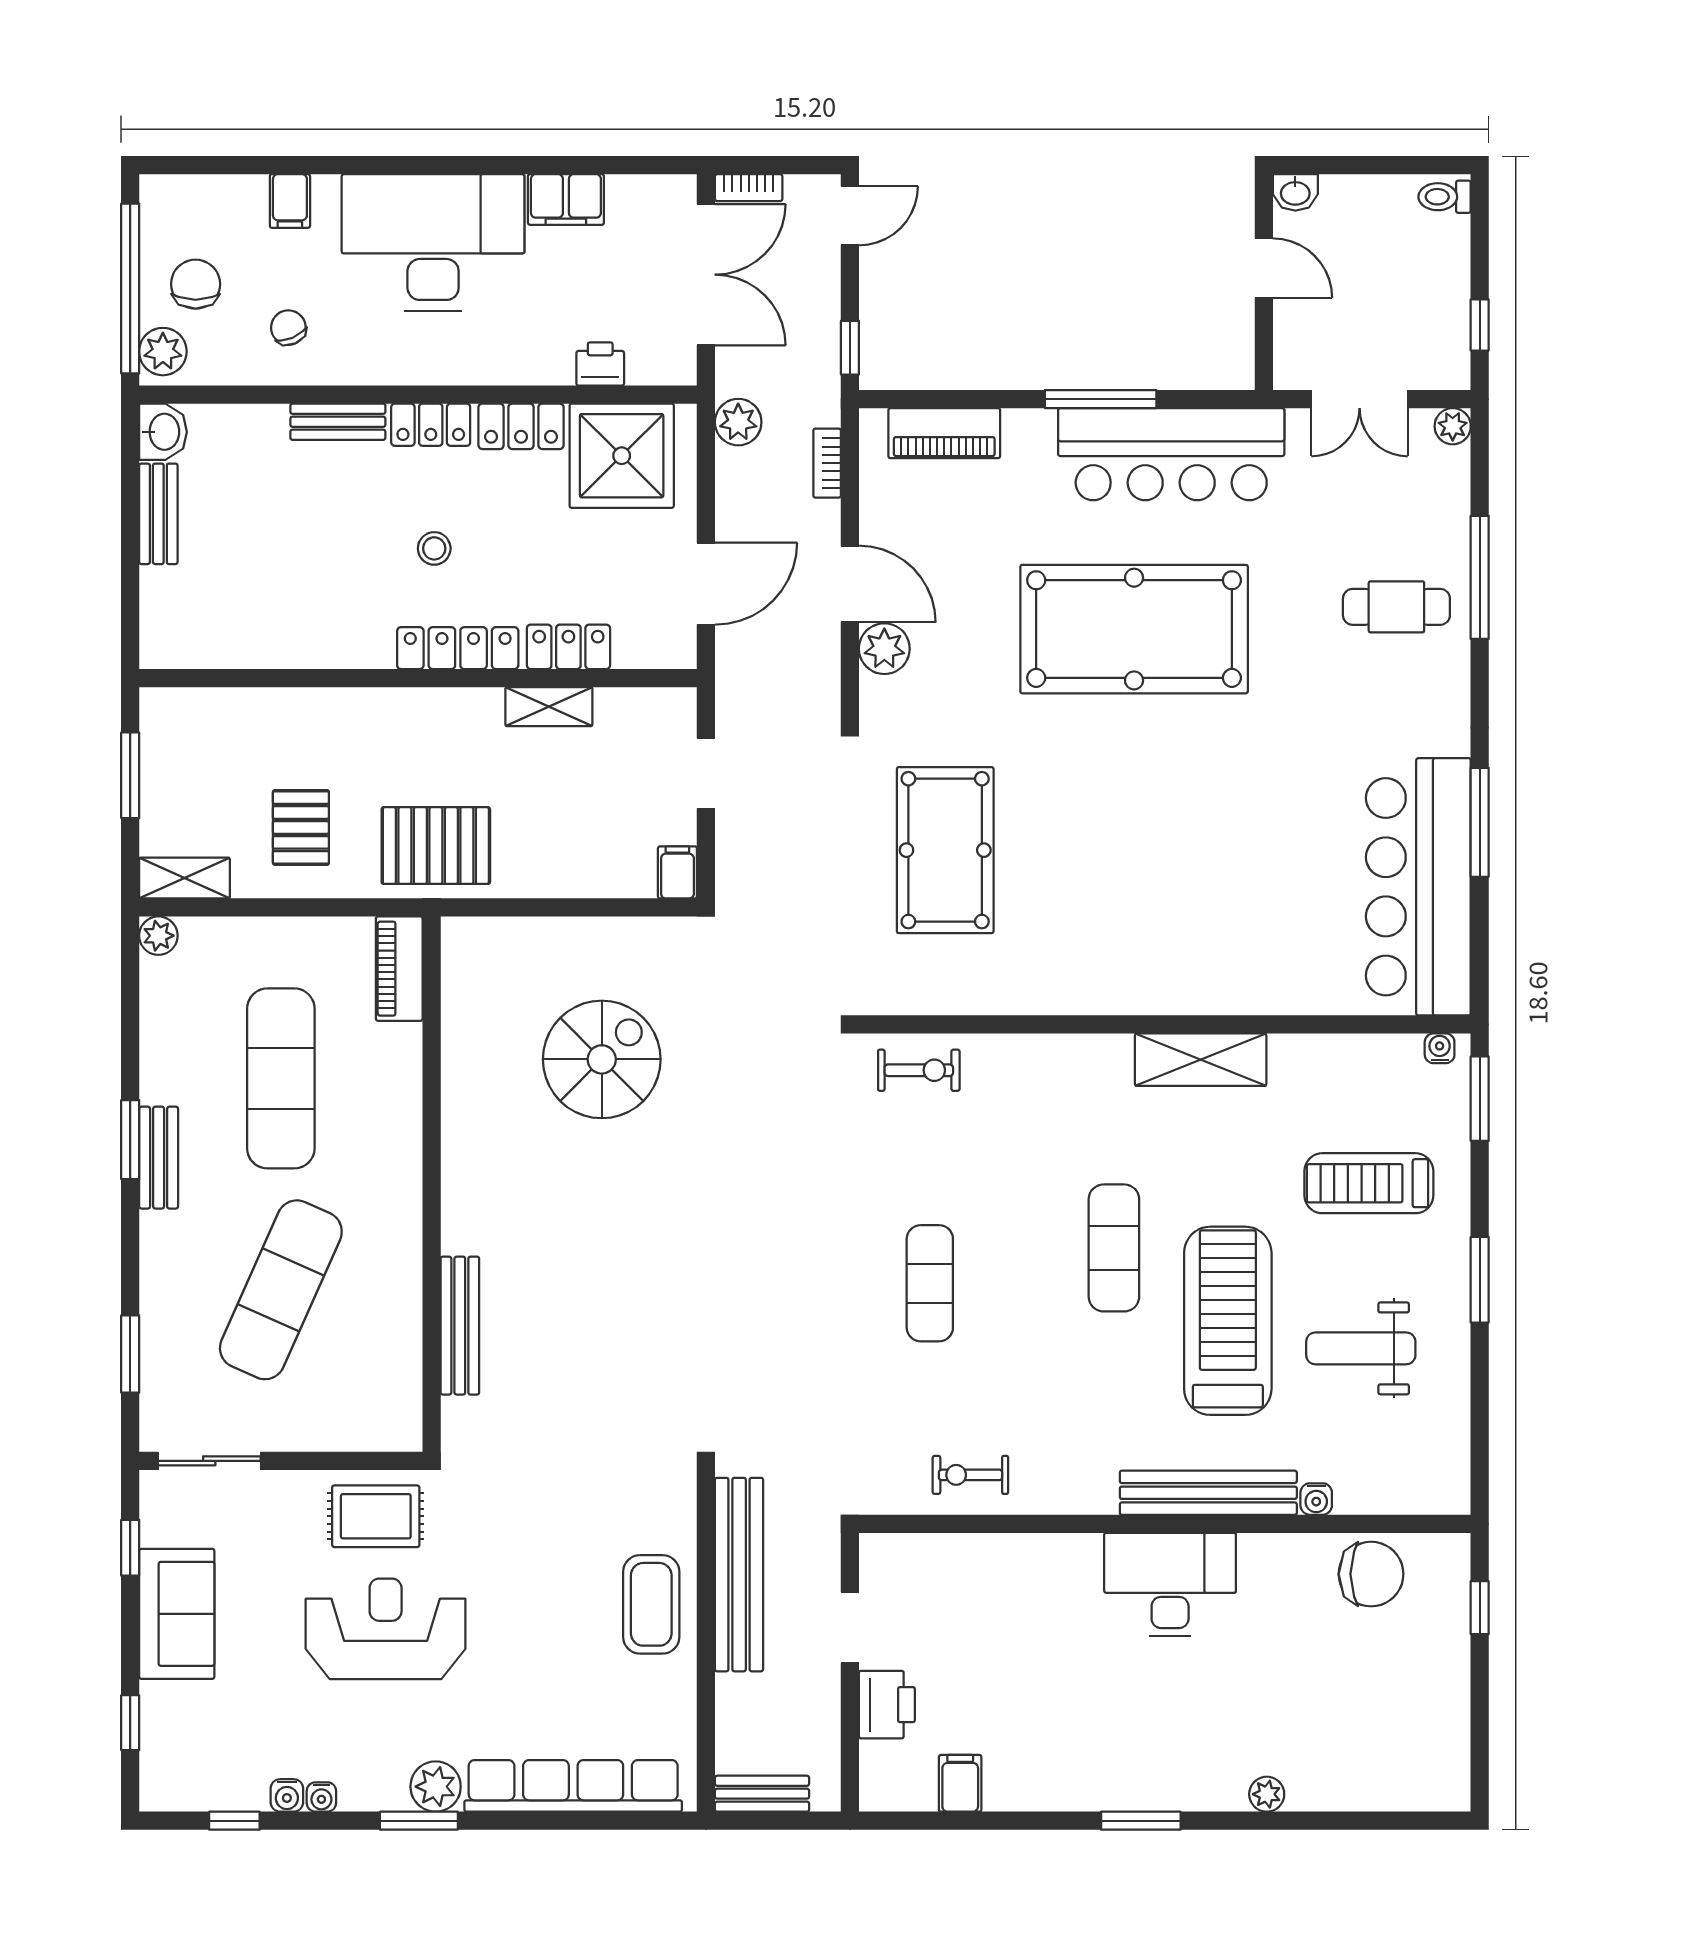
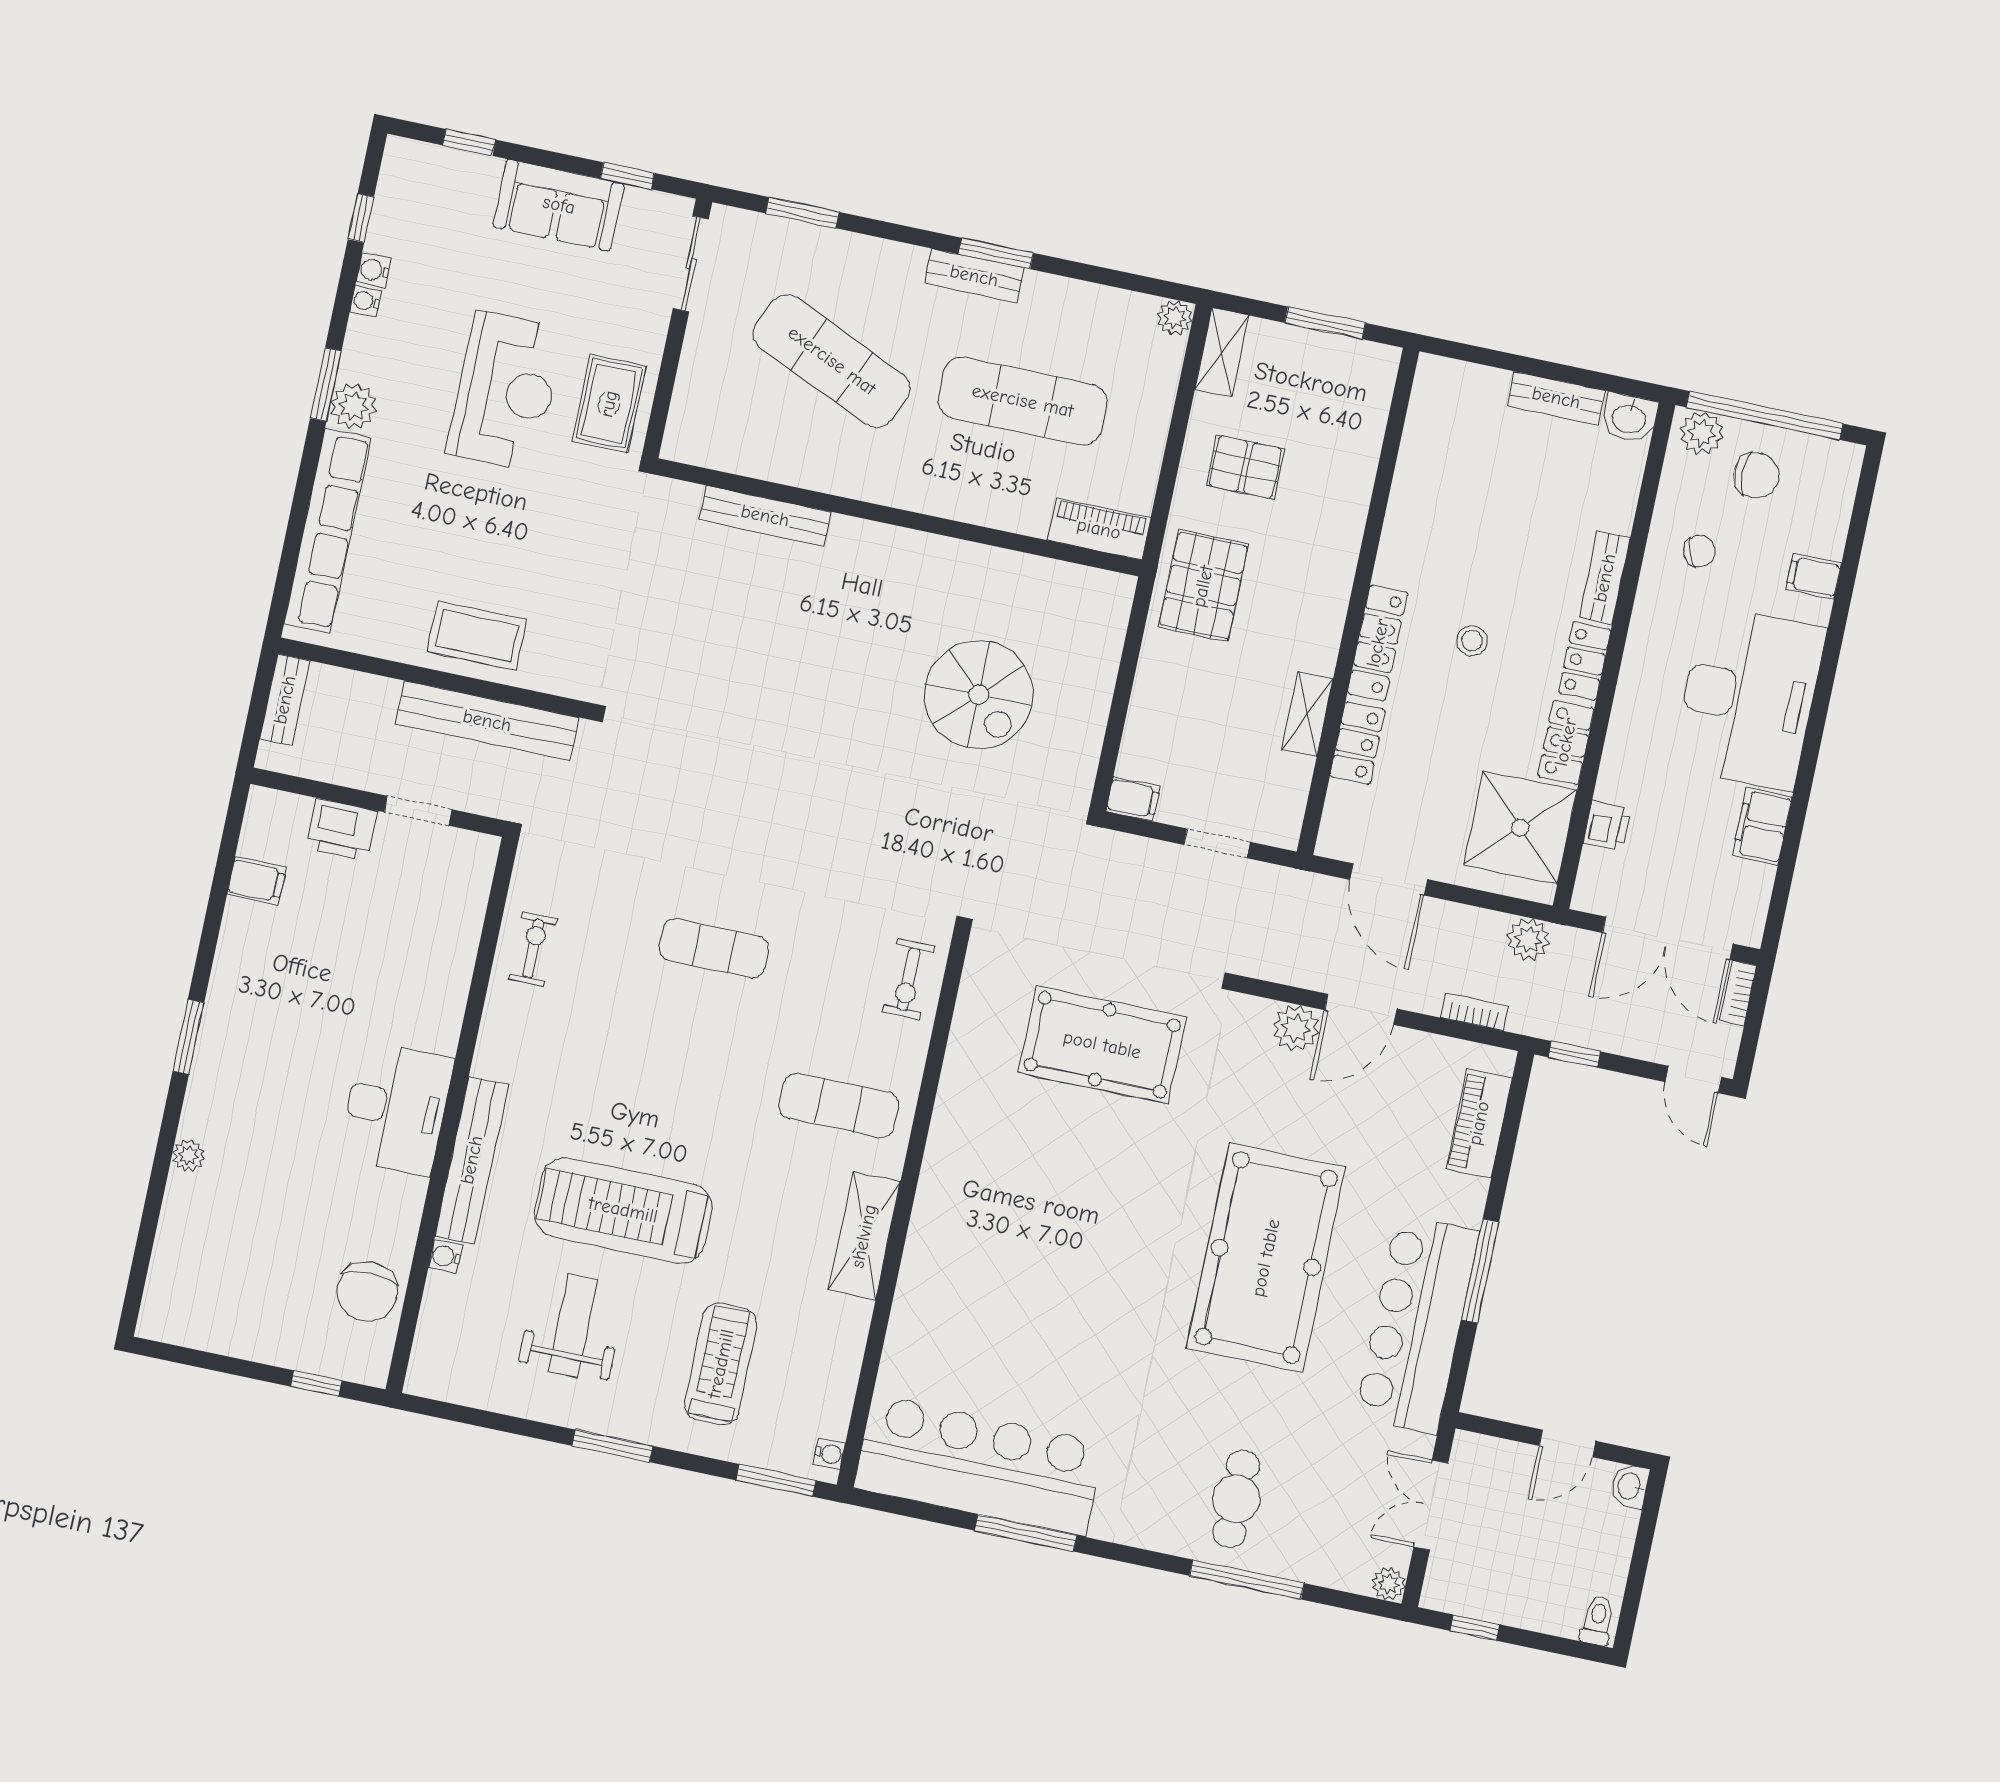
exercise mat: (1114, 1248) -> (839, 1105), moved
treadmill: (1228, 1321) -> (623, 1210), turned 180

